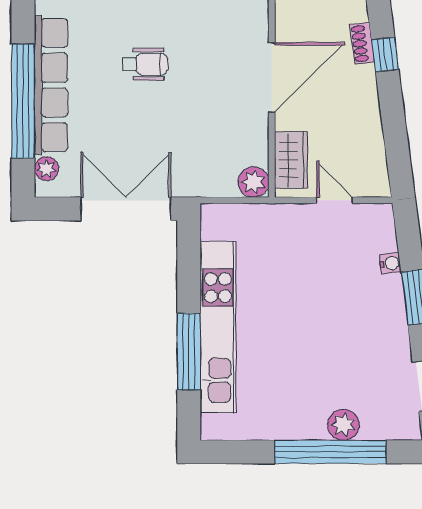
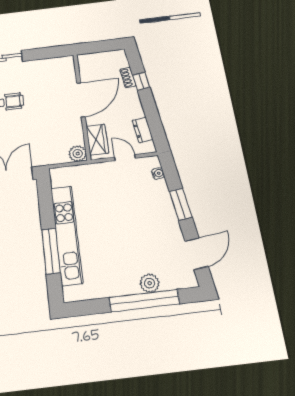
dresser: (373, 152) -> (142, 130), added
water cooler: (390, 263) -> (158, 173), moved

